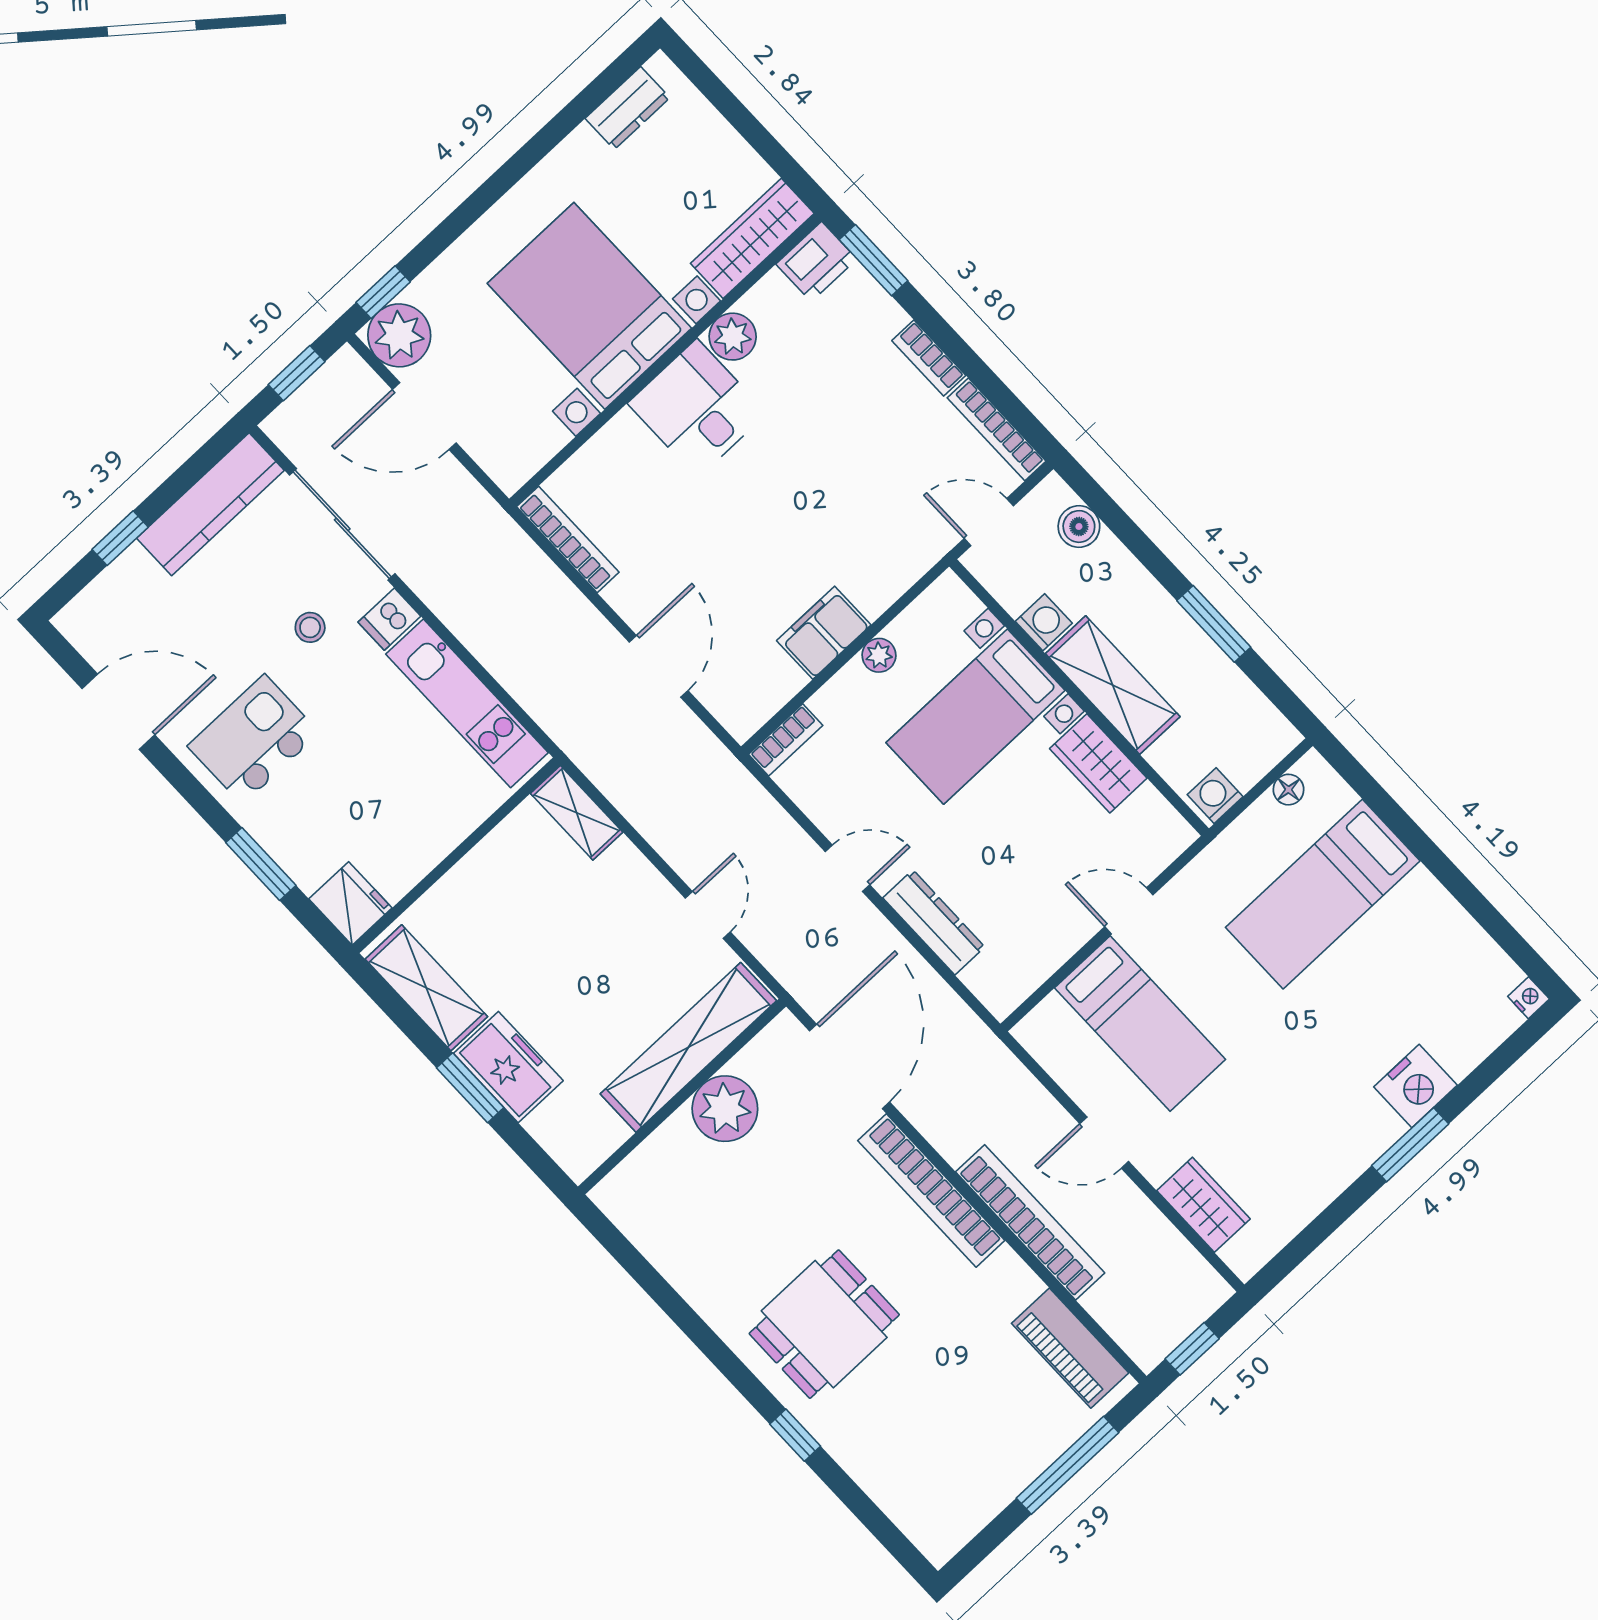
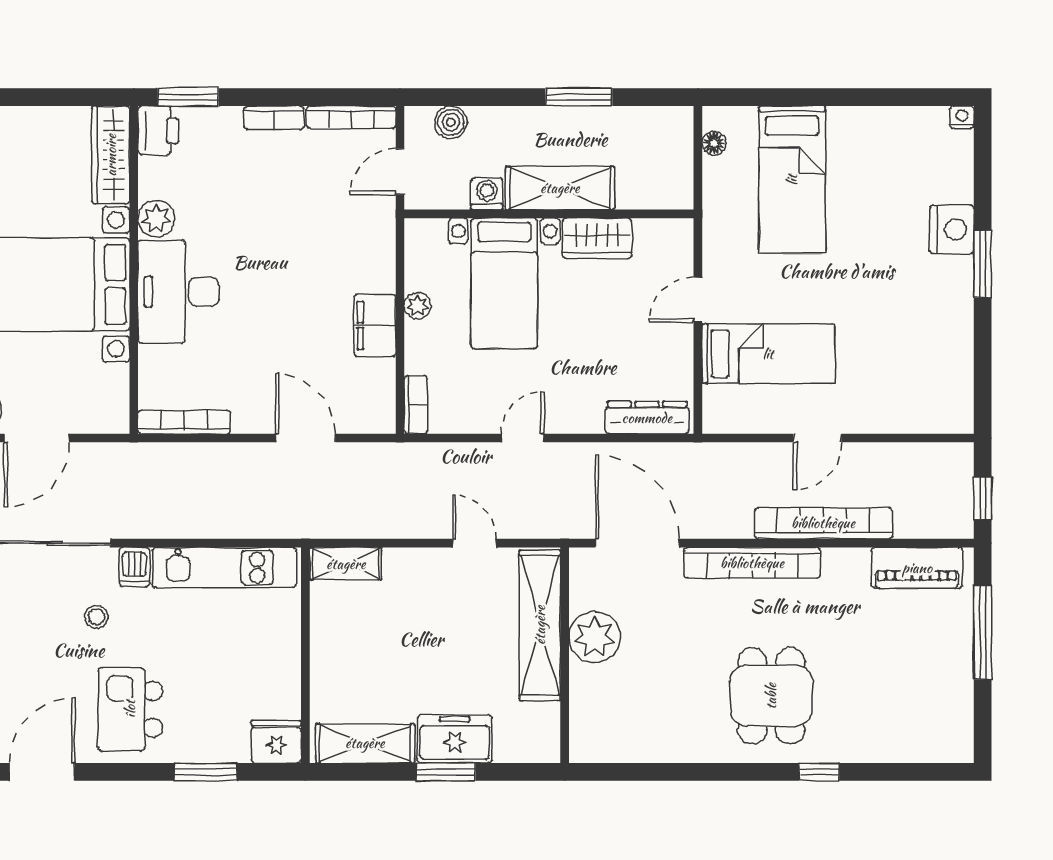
desk: (697, 408) -> (179, 292), width x1.37
washing machine: (1215, 796) -> (678, 188), removed
dresser: (934, 922) -> (647, 418), moved
wardrobe: (1203, 1205) -> (906, 415), removed

